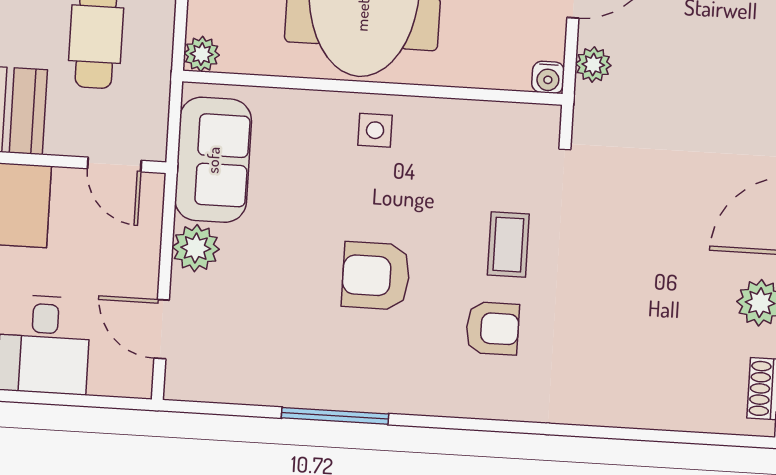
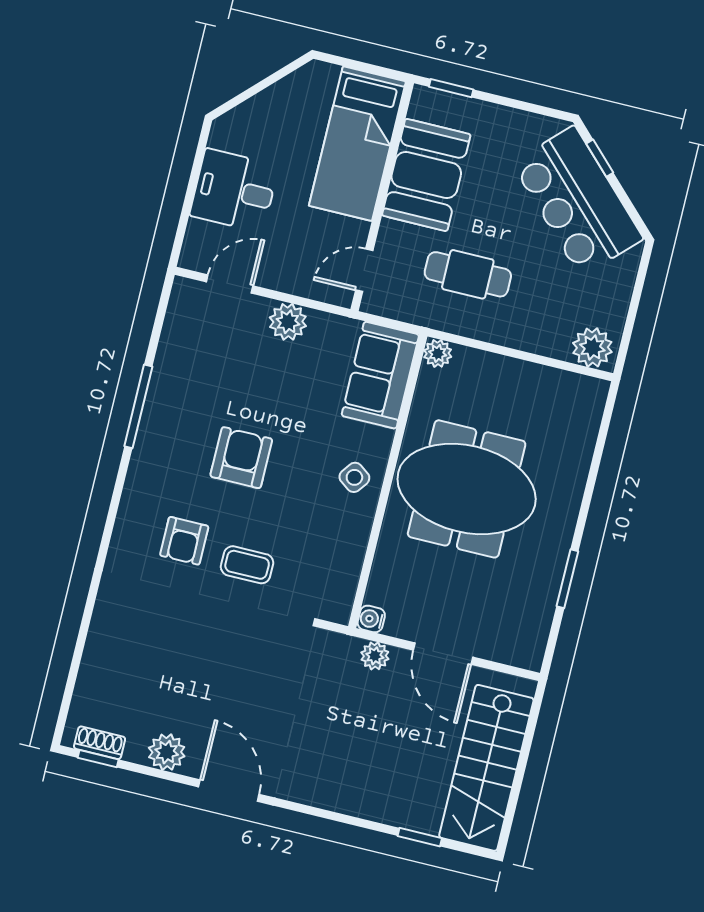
side table: (375, 130) -> (354, 477), turned 36
sofa: (213, 160) -> (380, 375), moved, turned 90

